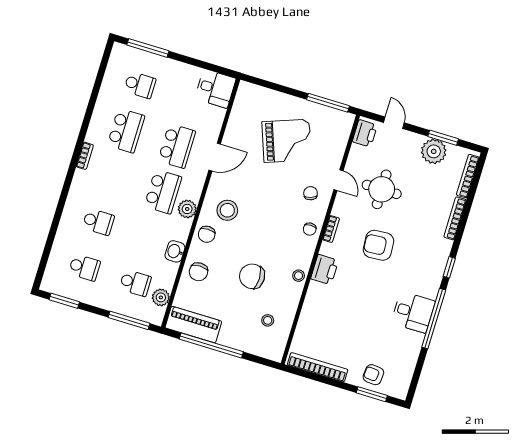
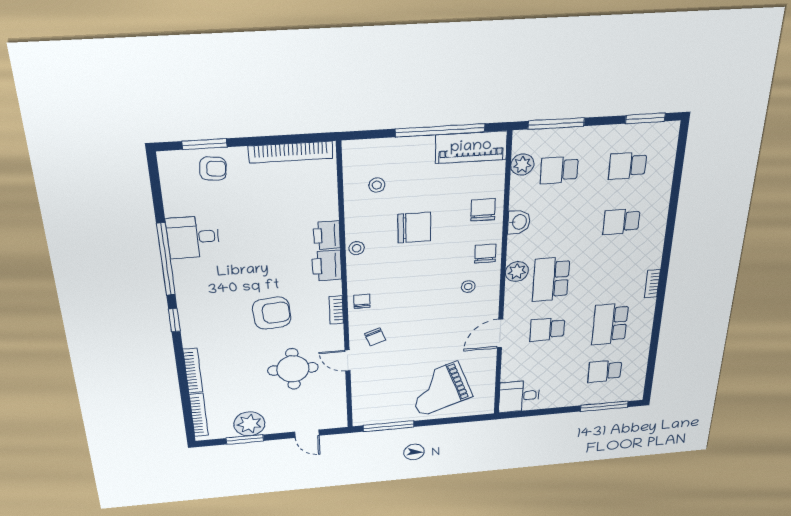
printer: (365, 133) -> (327, 235), moved
grand piano: (287, 141) -> (439, 389), moved
school desk: (177, 146) -> (547, 329), width x0.54
stool: (227, 210) -> (468, 287), width x0.53, depth x0.53
desk: (413, 312) -> (193, 237), moved

